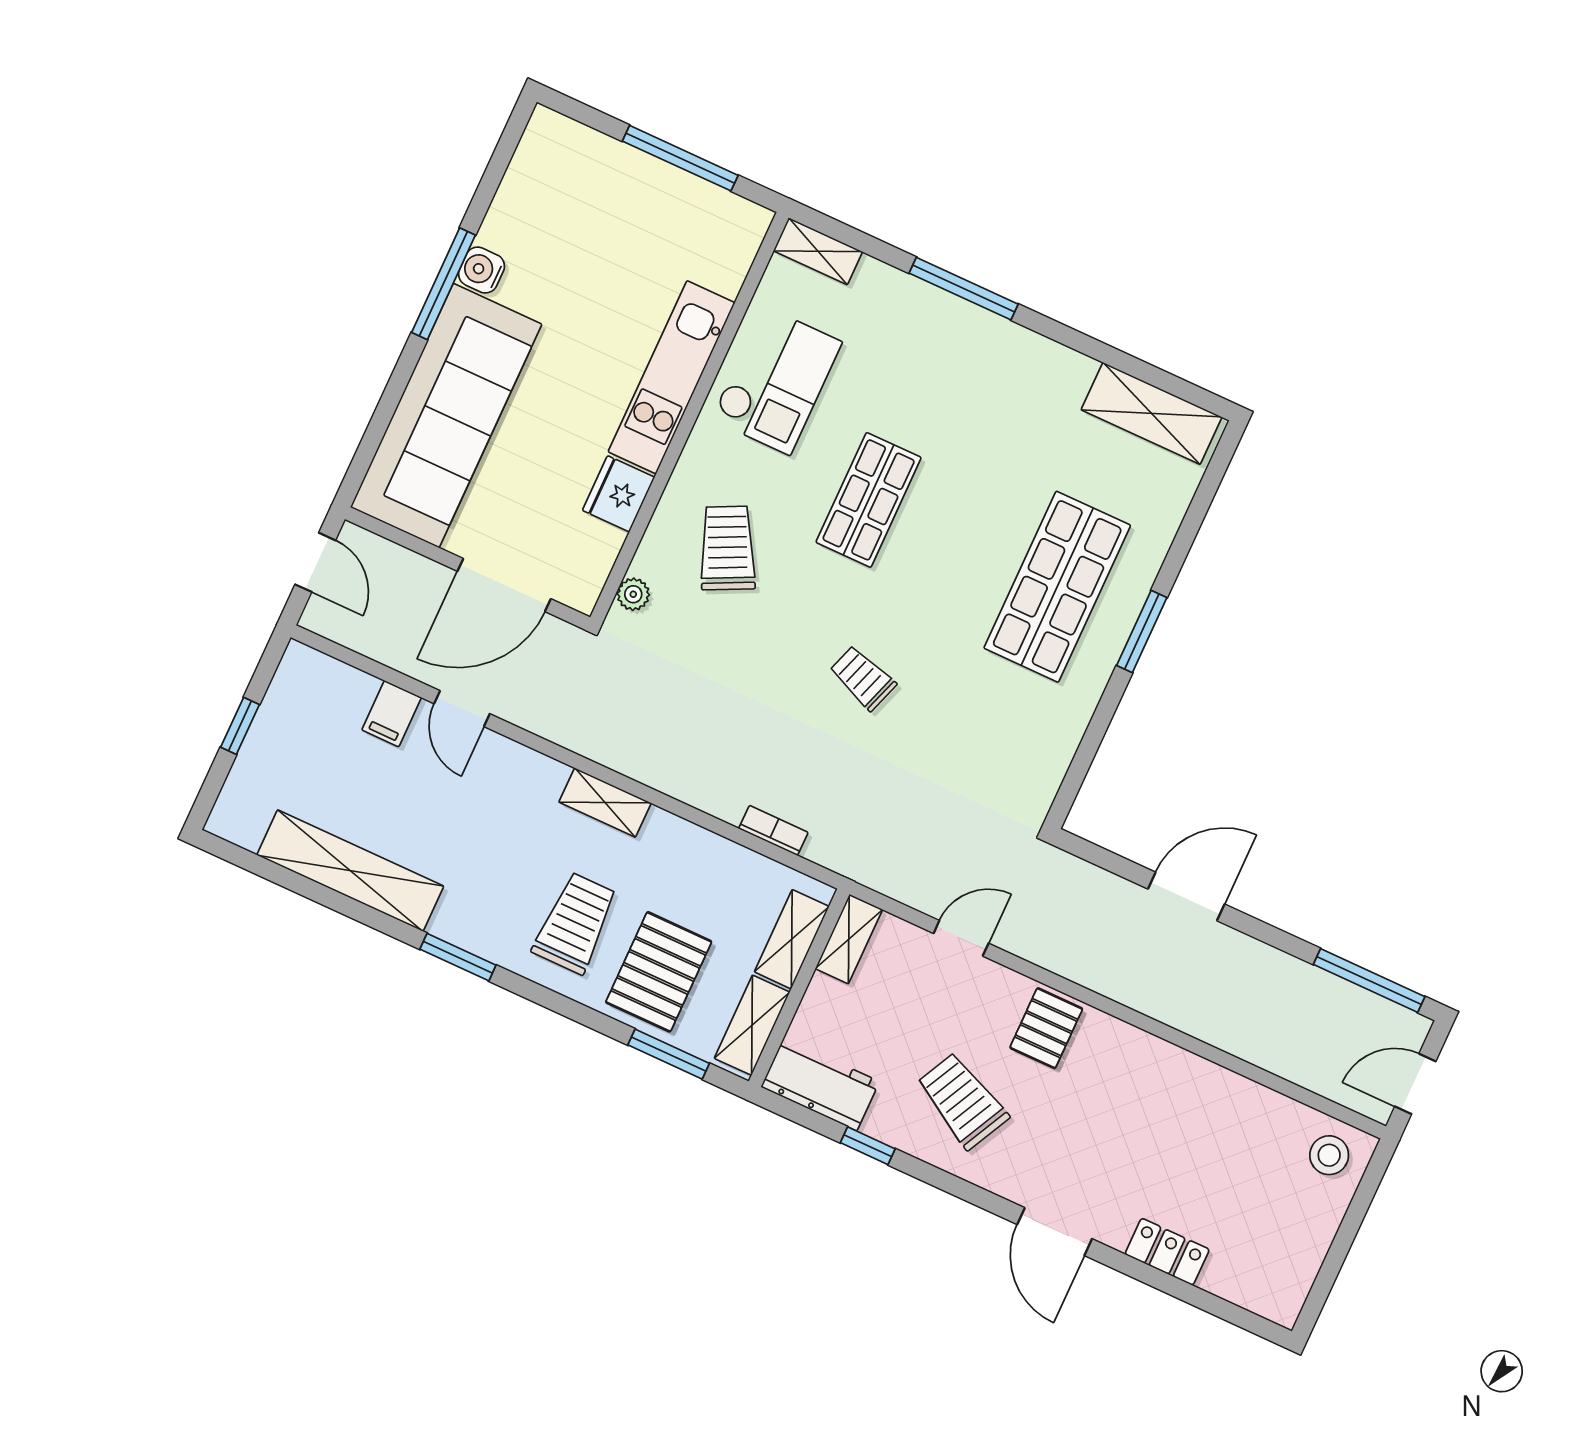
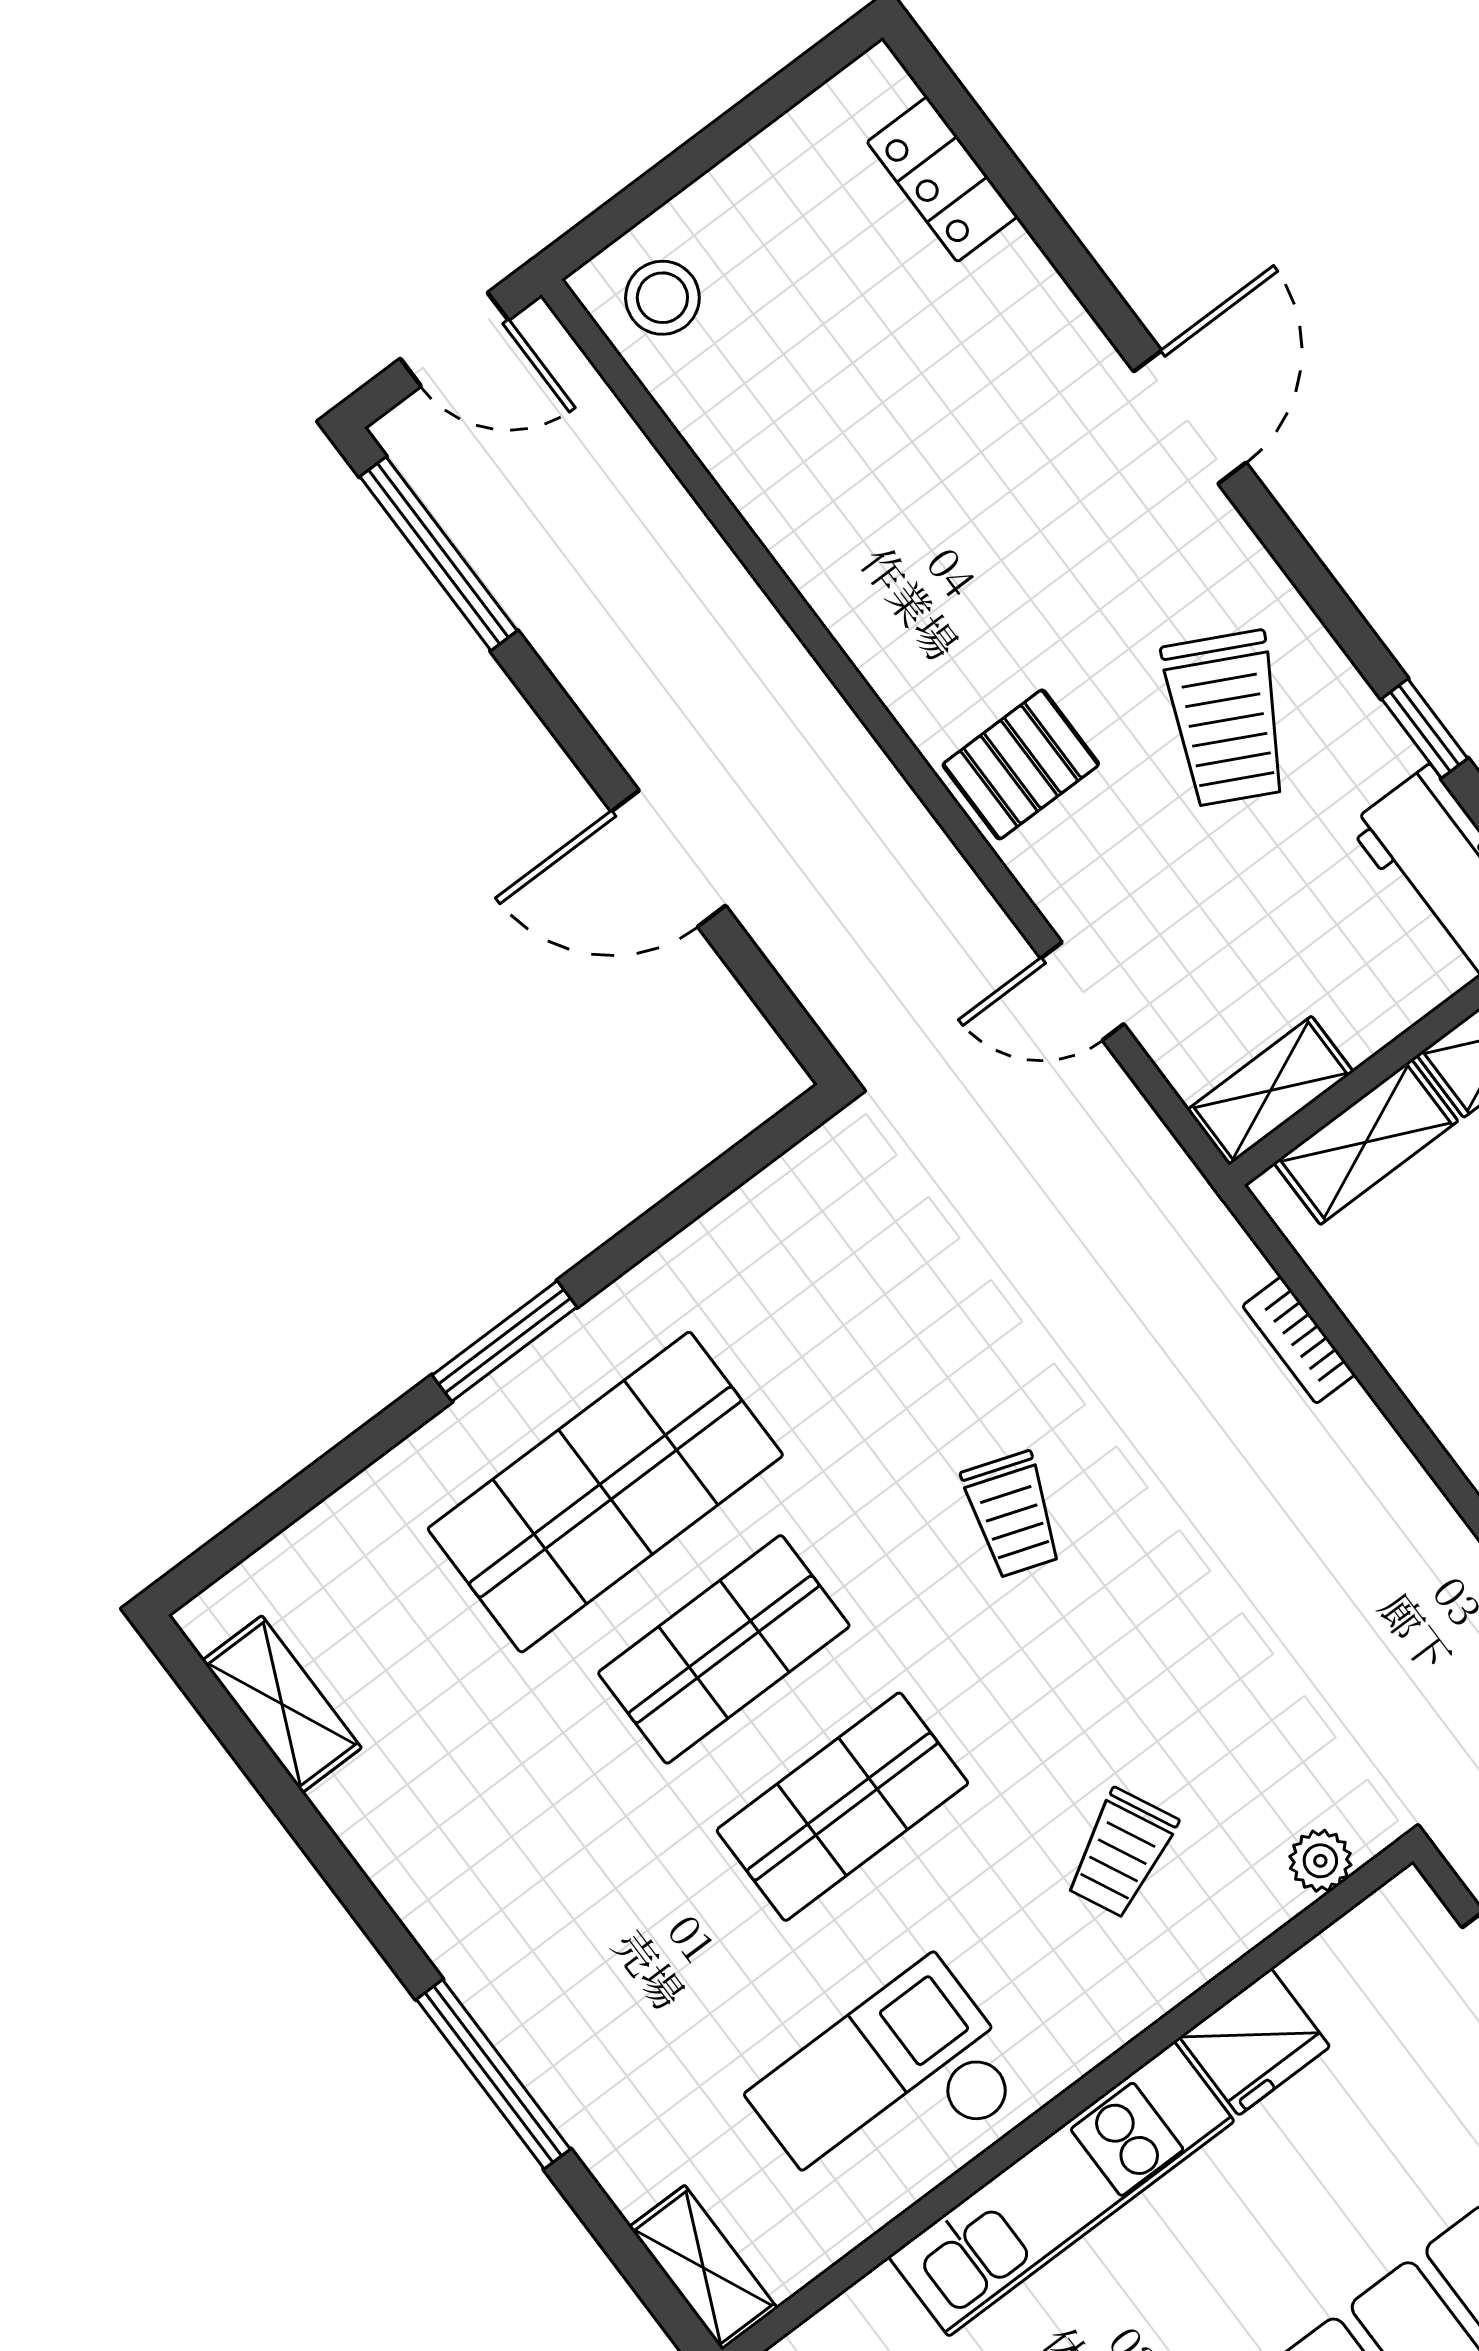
shelving: (1152, 413) -> (282, 1704), width x0.67, depth x0.75
shop shelf: (963, 543) -> (724, 1649), added
trolley: (728, 548) -> (1121, 1853), width x0.73, depth x0.72
locker: (1167, 1252) -> (942, 179), moved

